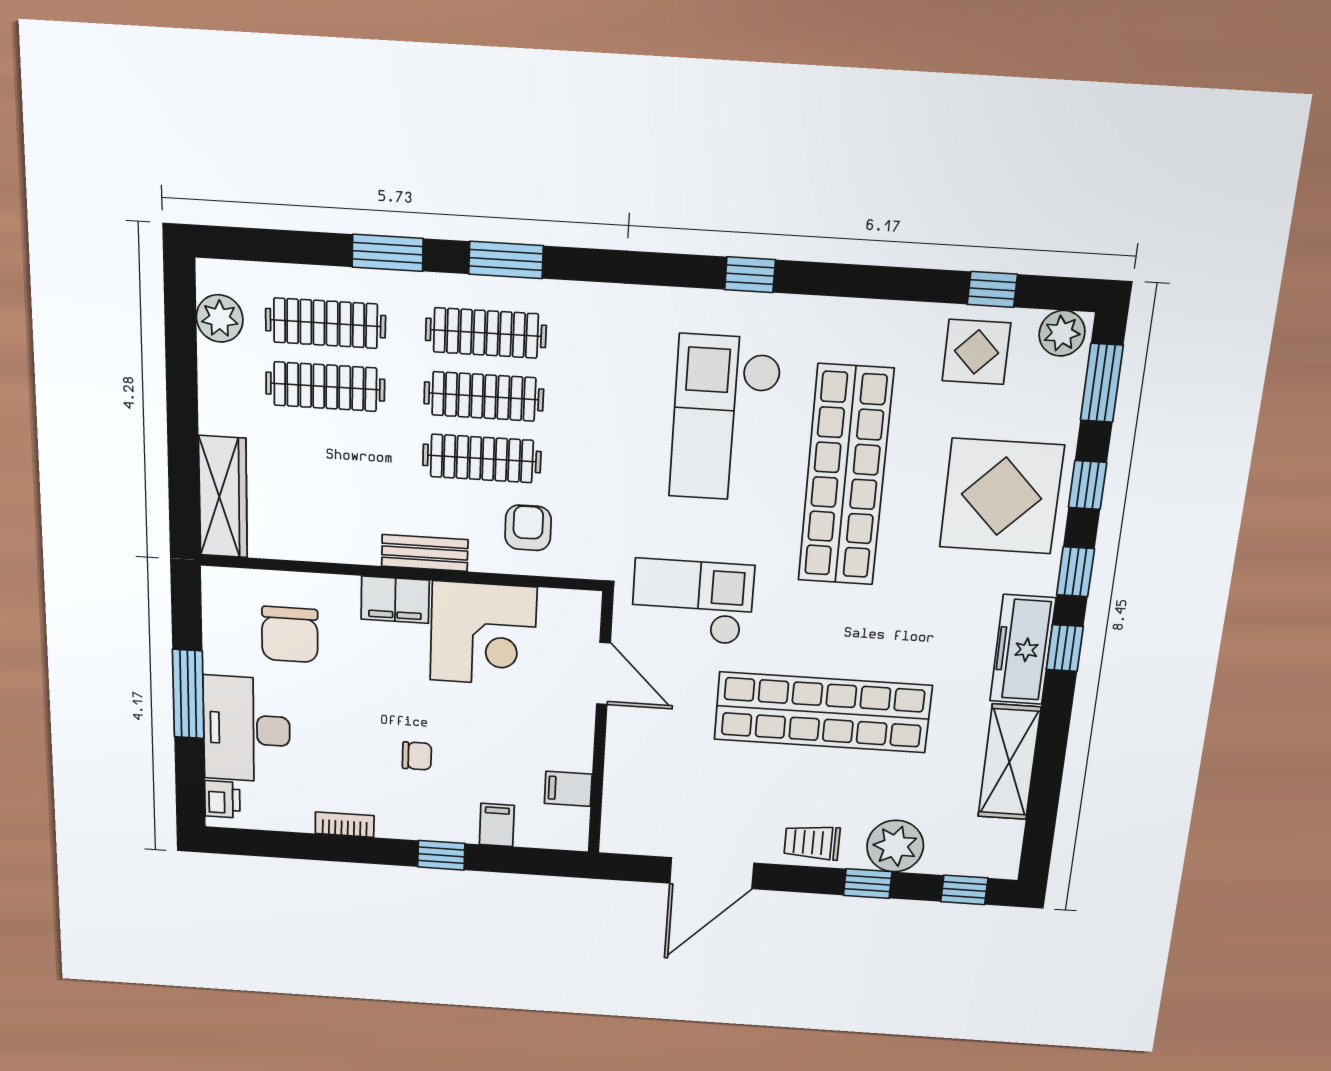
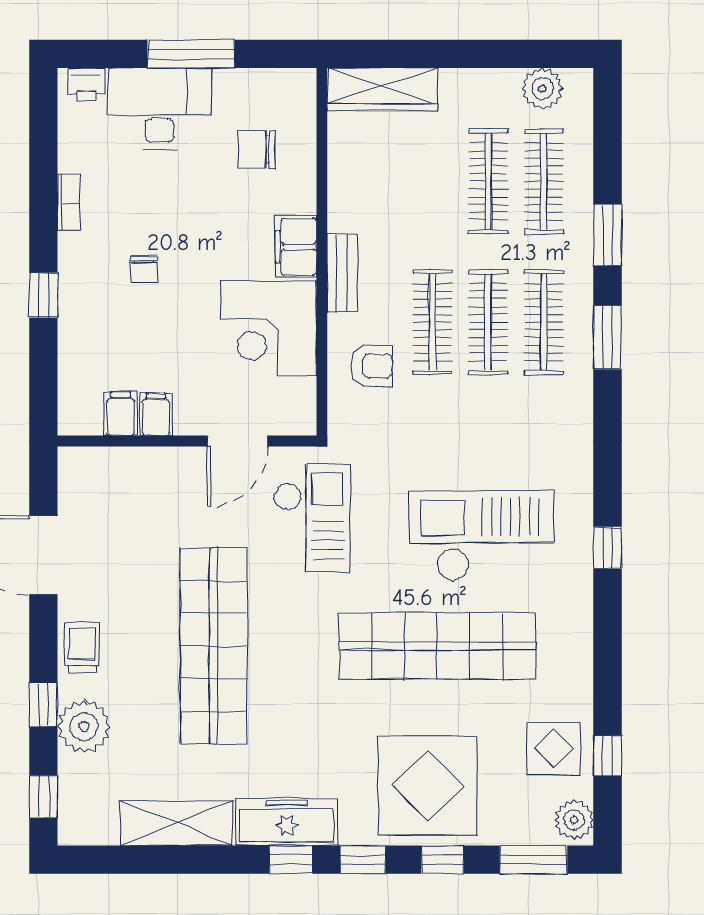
chair: (290, 635) -> (256, 150), width x0.73, depth x0.73
filing cabinet: (497, 825) -> (156, 414), moved, turned -90

